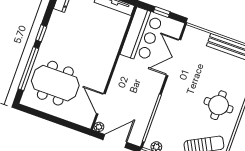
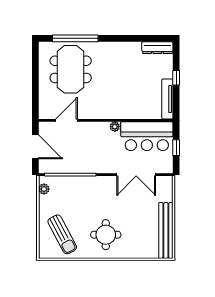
window: (41, 33) -> (114, 38), removed
double door: (173, 58) -> (136, 175), swing flipped
plant: (99, 127) -> (115, 127), moved

